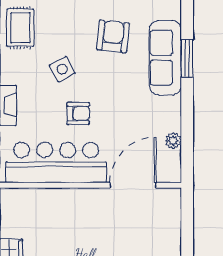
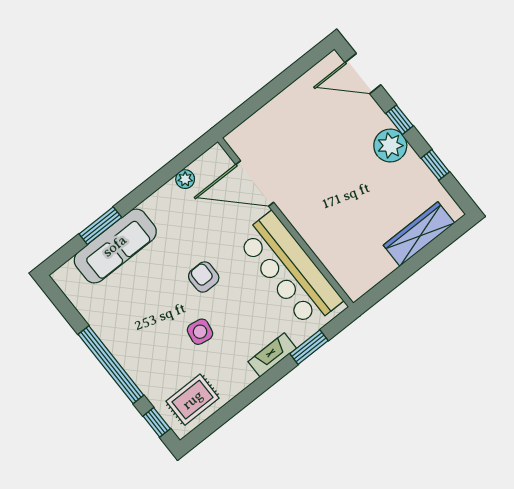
armchair: (113, 36) -> (134, 309), removed
side table: (62, 69) -> (200, 332), turned 38
armchair: (78, 113) -> (204, 277), moved

